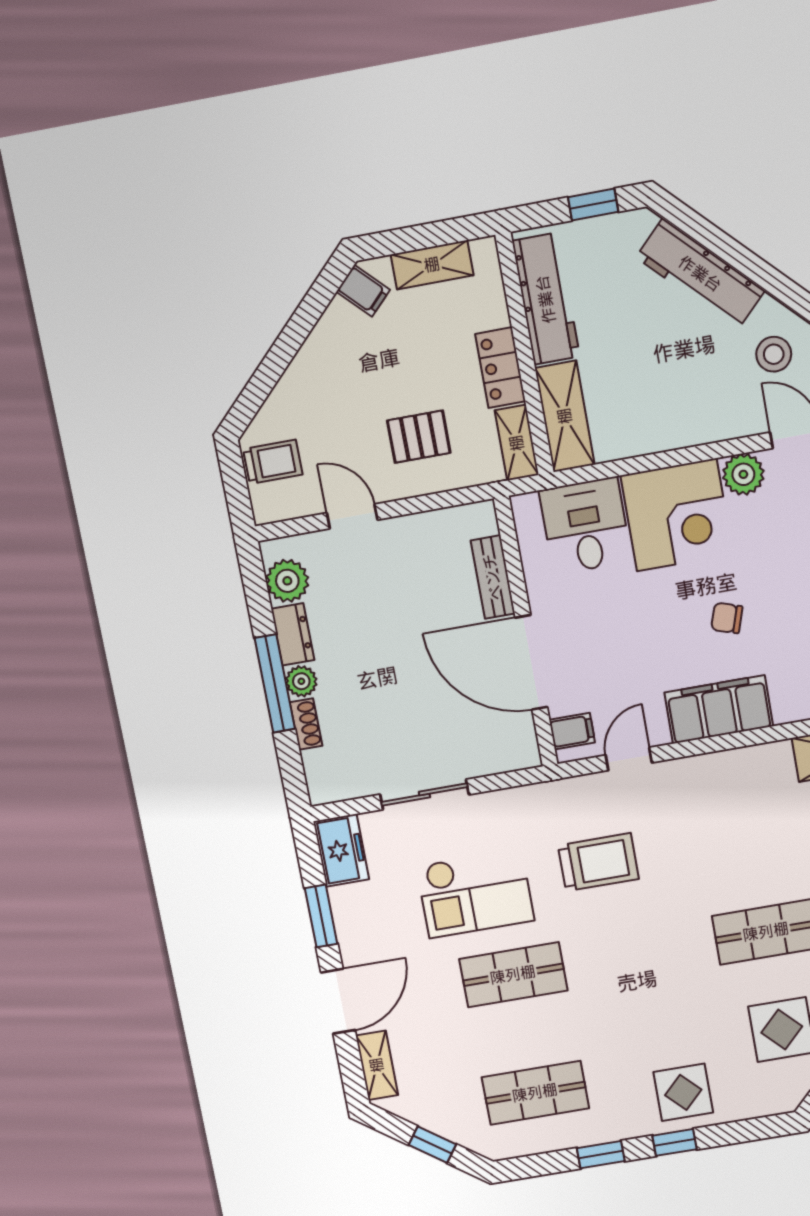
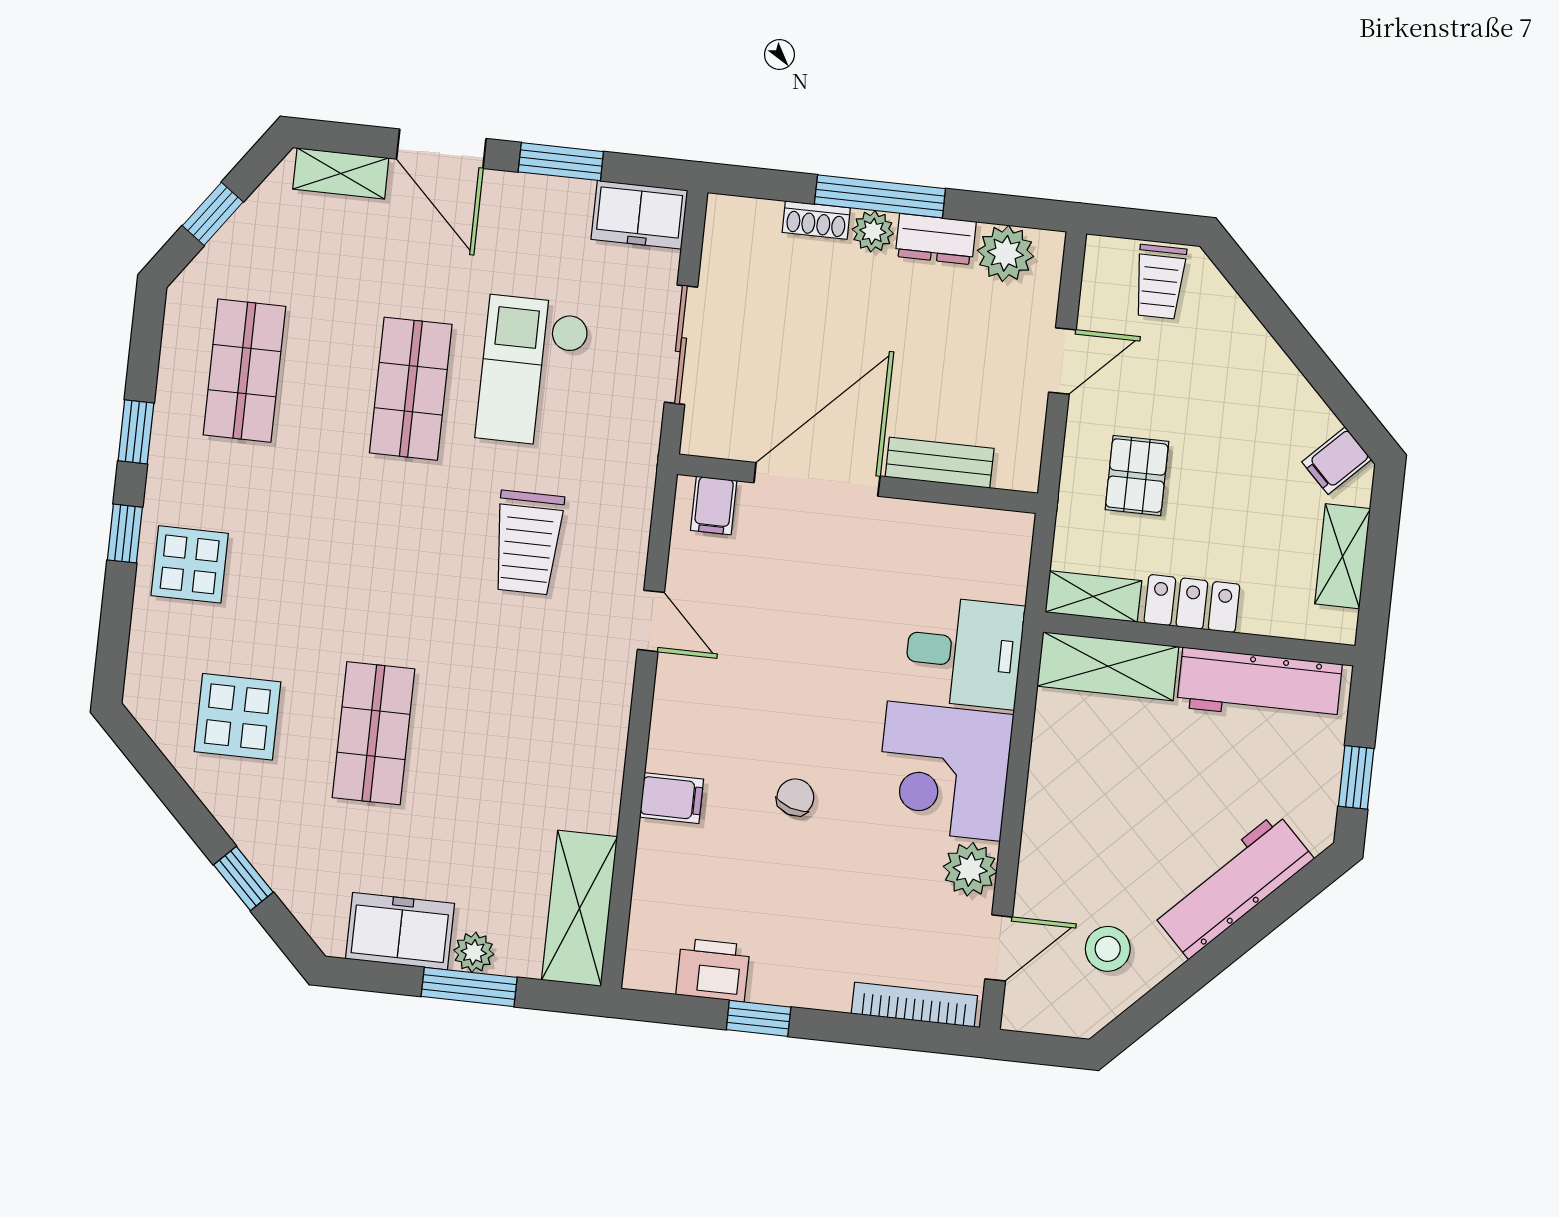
bench: (493, 577) -> (940, 463), moved
wall: (526, 632) -> (857, 484), moved
door: (531, 662) -> (817, 479), moved
filing cabinet: (719, 709) -> (672, 798), width x0.33, depth x0.86
filing cabinet: (572, 731) -> (714, 505), moved

